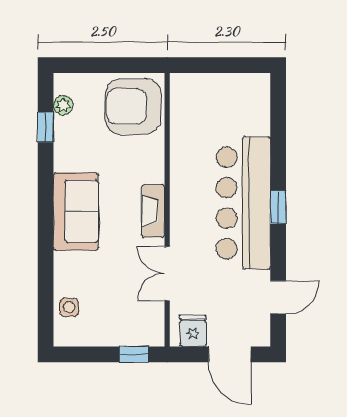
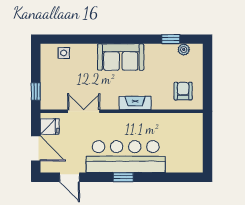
armchair: (133, 106) -> (183, 91), width x0.53, depth x0.53
fireplace: (153, 211) -> (135, 103), moved
door: (230, 354) -> (36, 149), swing flipped

